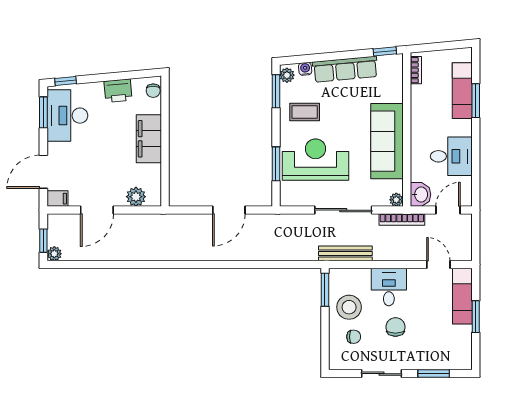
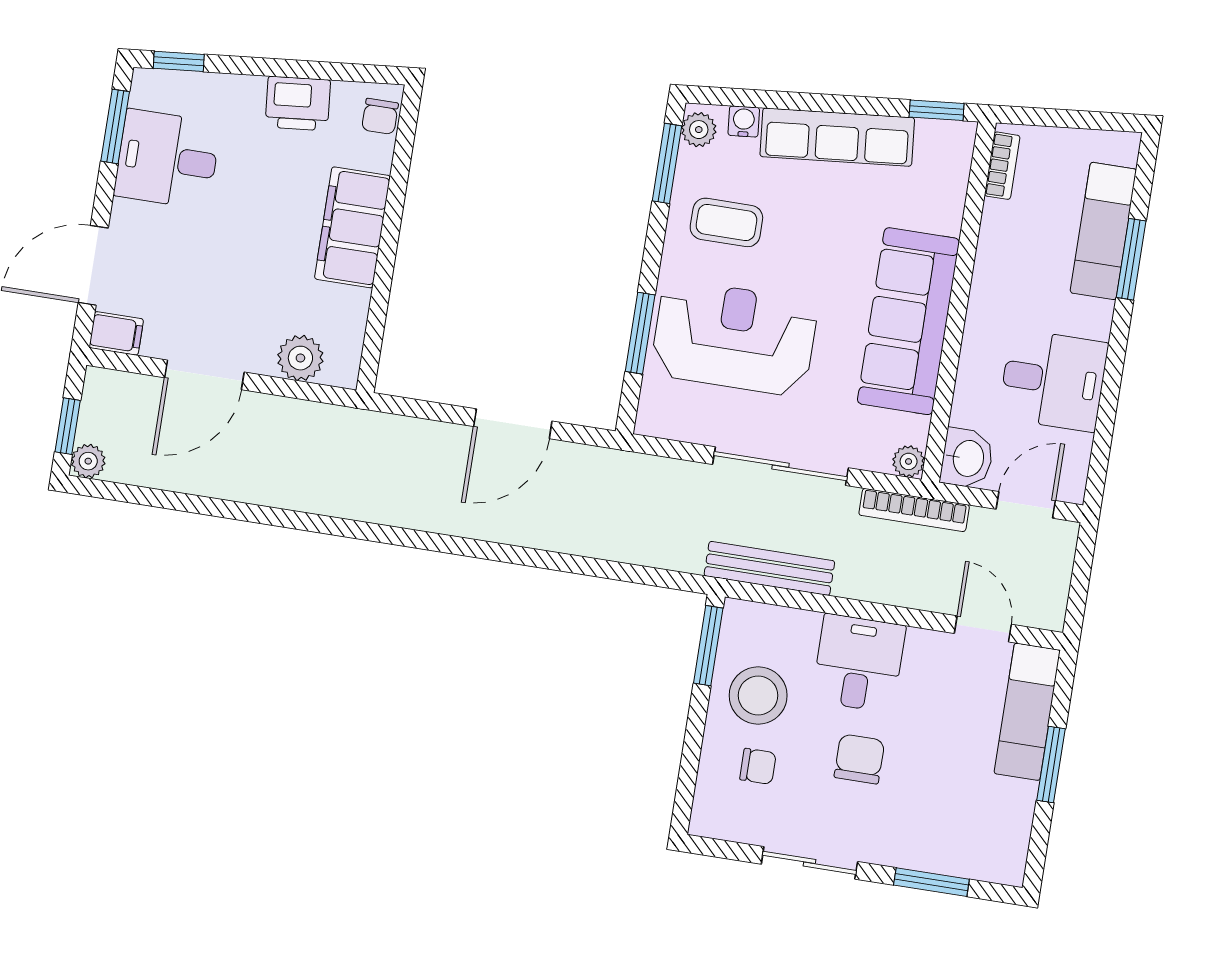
desk: (67, 116) -> (167, 159), width x0.73

